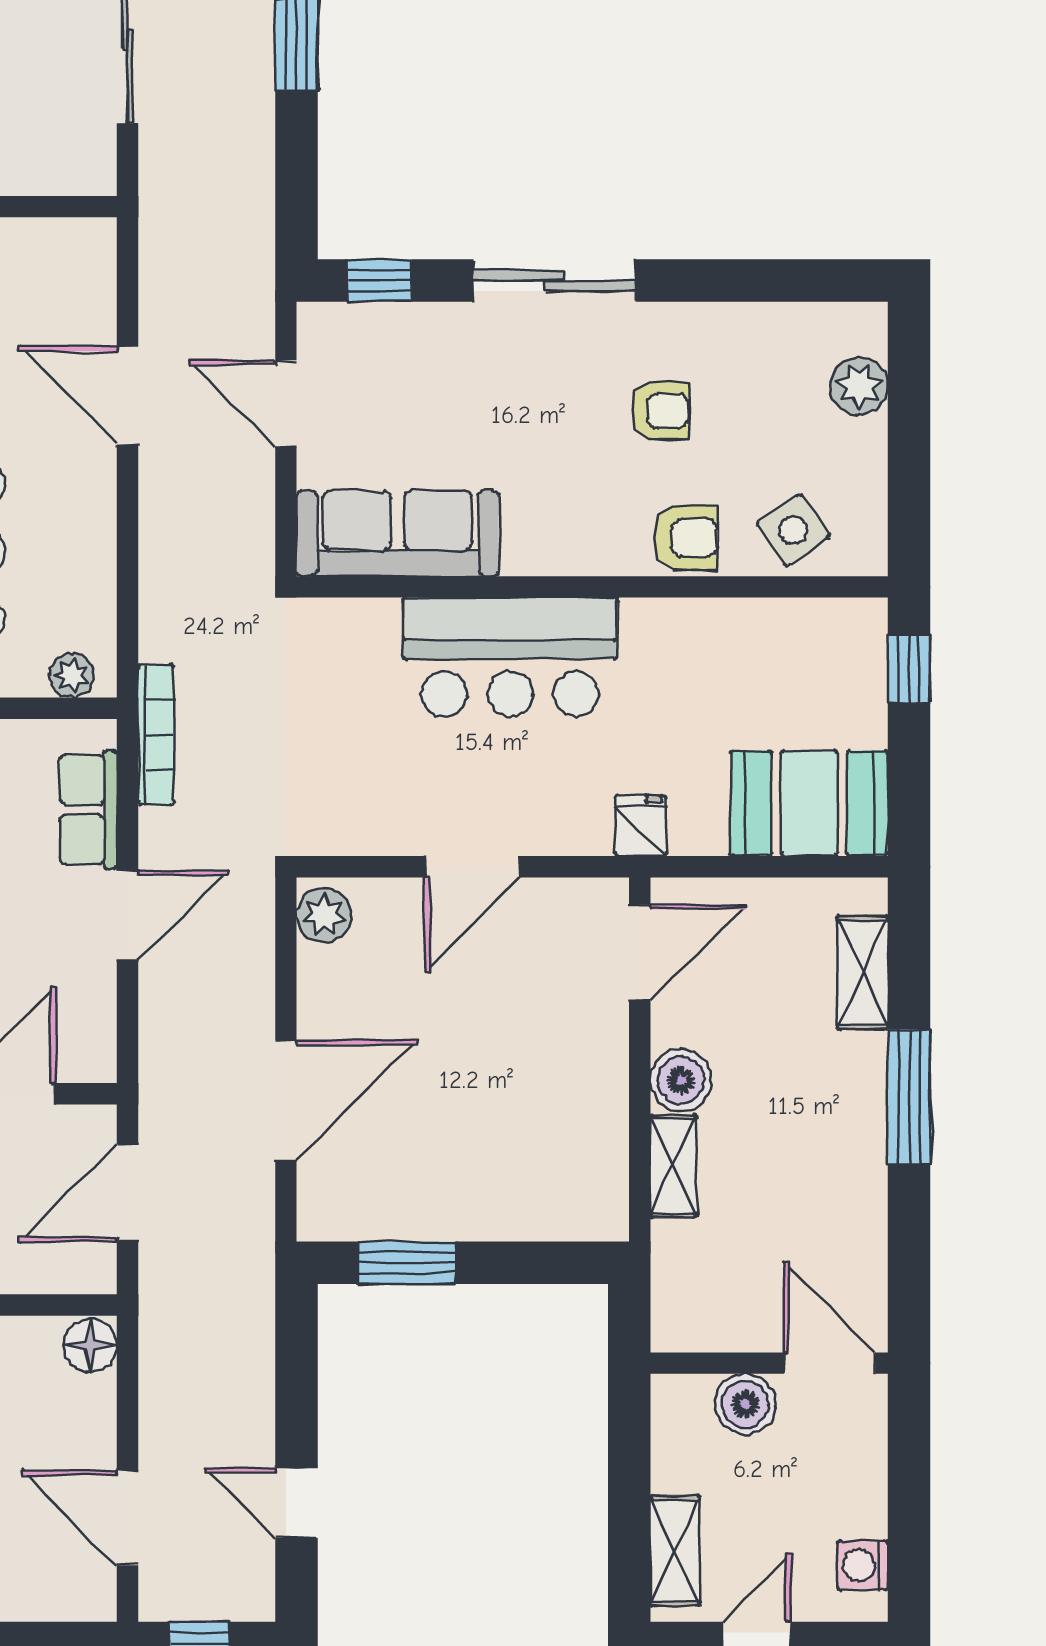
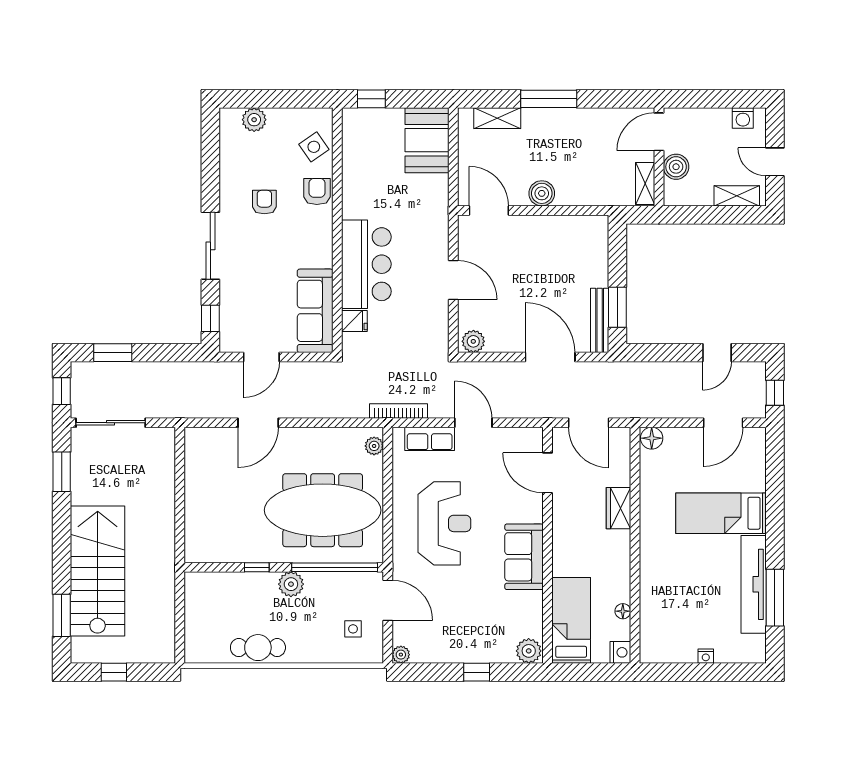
fridge: (641, 826) -> (354, 321), moved, turned 180
shelving: (673, 1166) -> (645, 184), moved, turned 90
bench: (375, 1220) -> (600, 320), added

